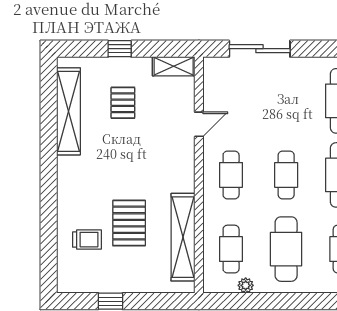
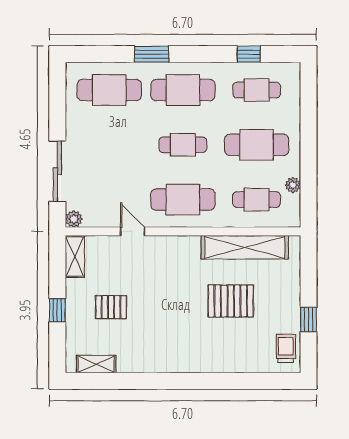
plant: (211, 65) -> (74, 219), added
shelving: (68, 111) -> (96, 364), width x0.45, depth x0.75
cafe table: (231, 175) -> (183, 200), width x1.37, depth x1.35
trolley: (87, 240) -> (286, 348), moved

